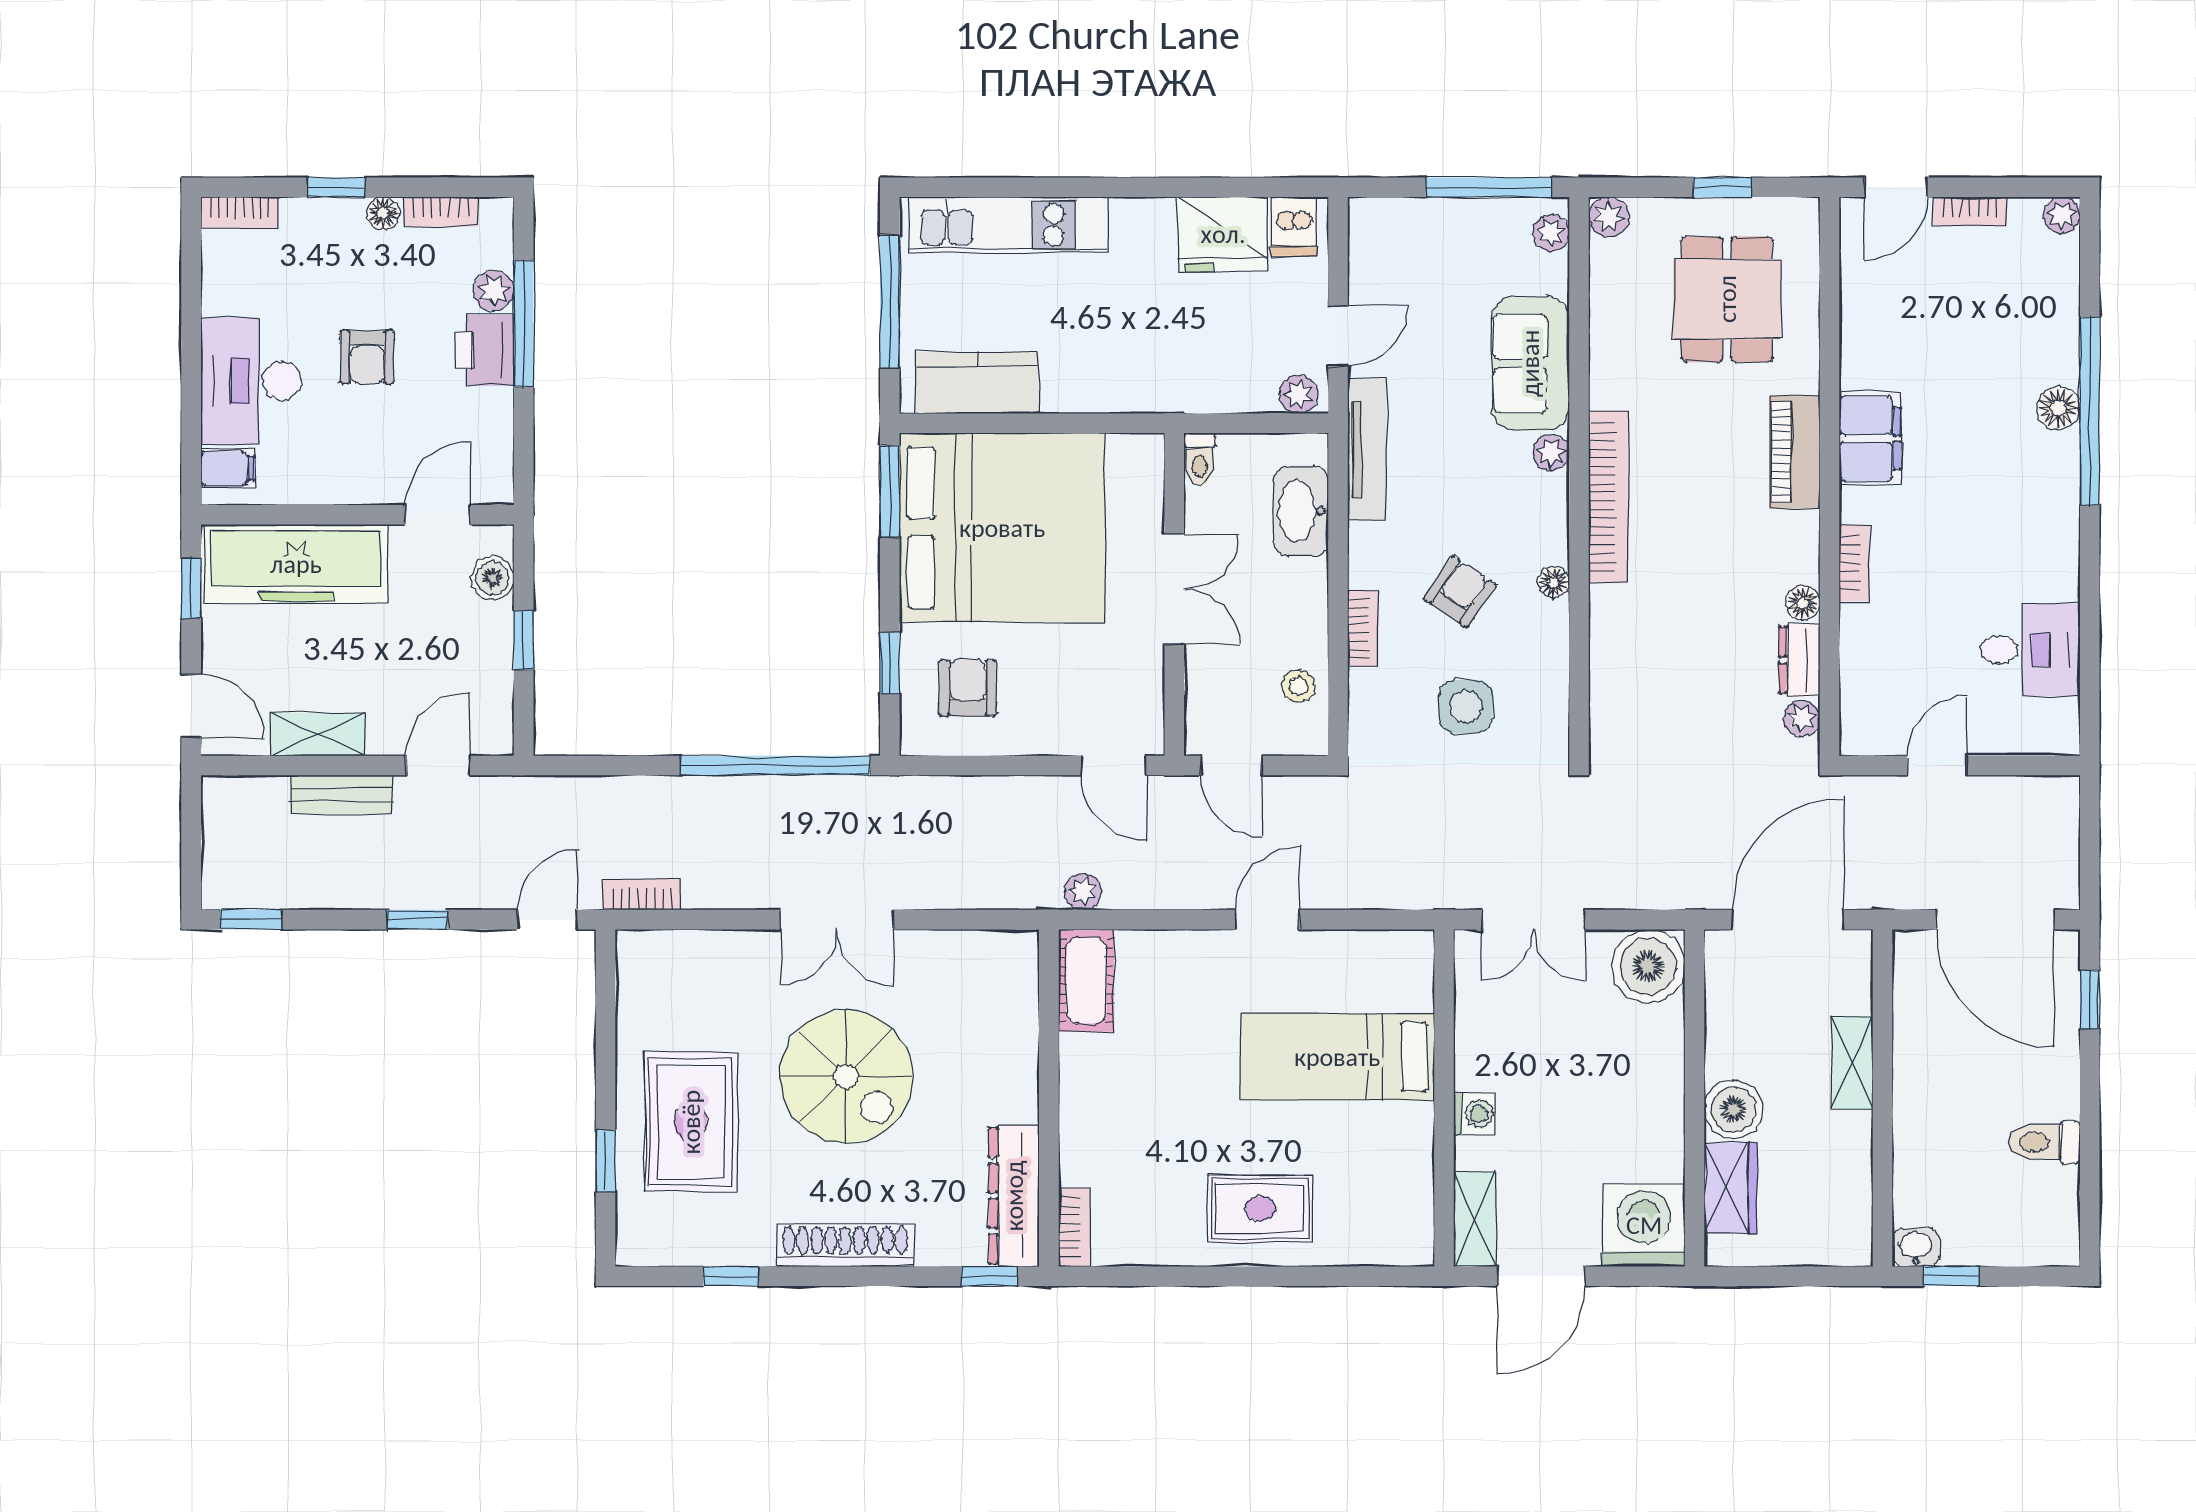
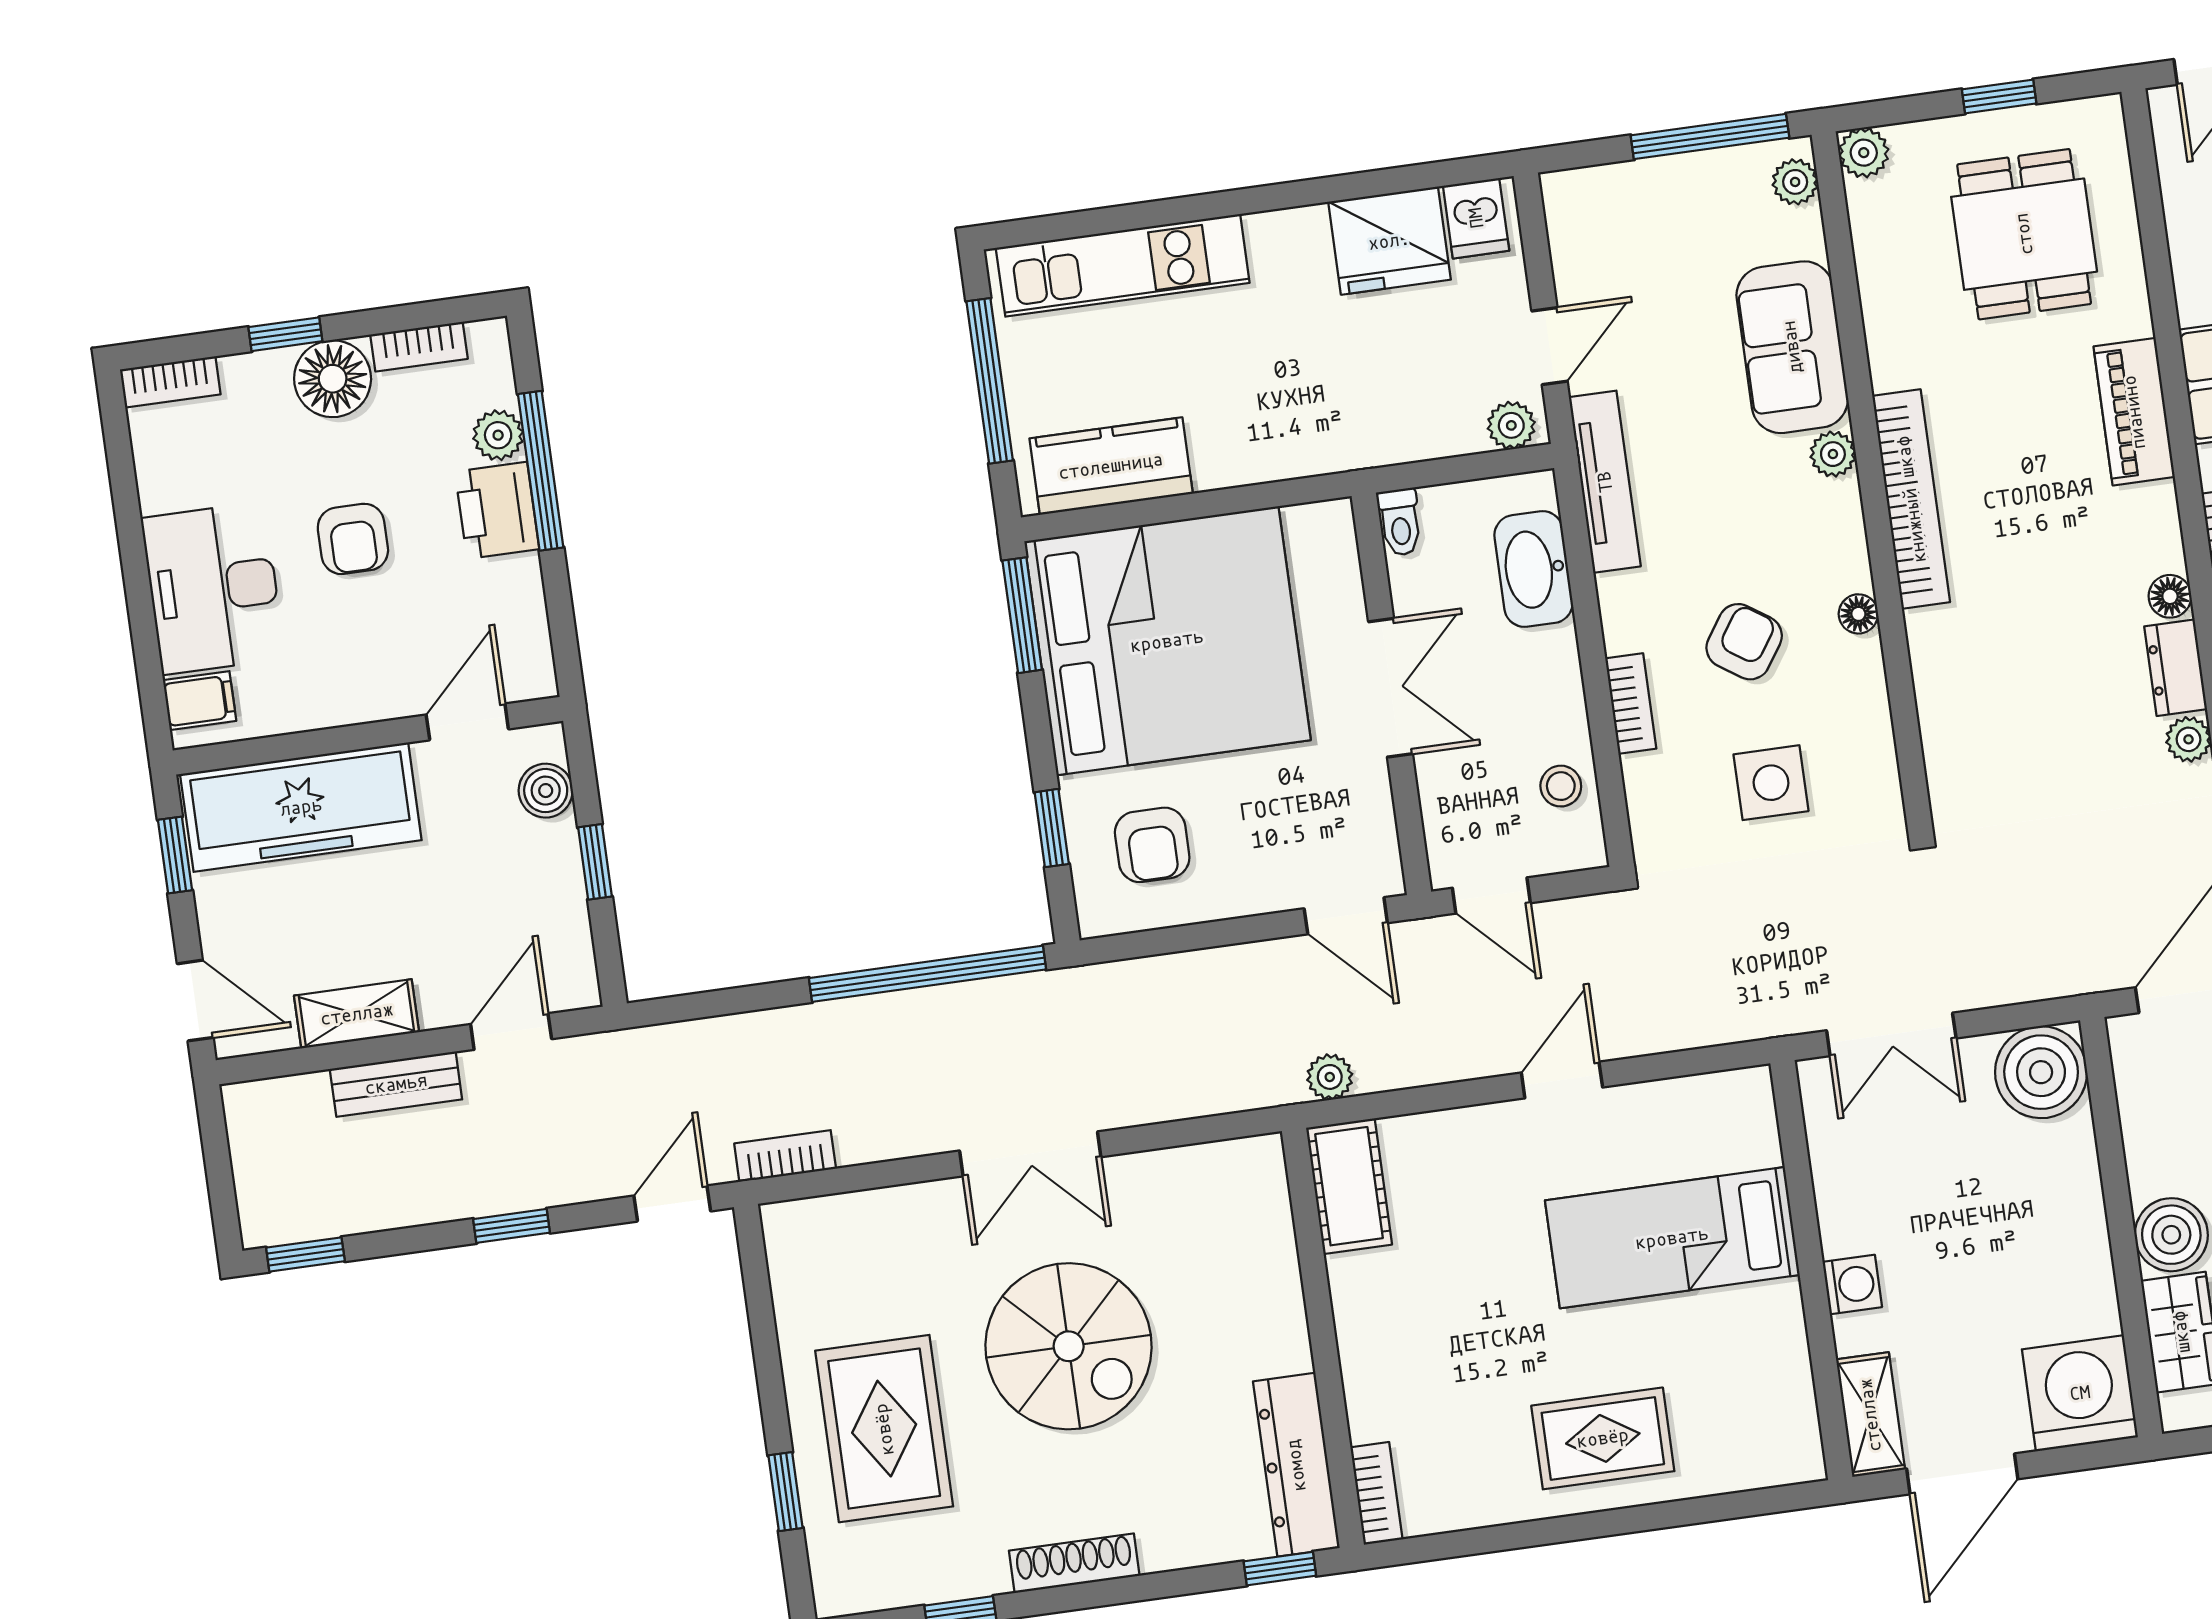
floor lamp: (383, 213) -> (333, 379), width x1.89, depth x1.89
armchair: (968, 688) -> (1152, 845), turned 180
shoe rack: (845, 1245) -> (1074, 1563), width x0.74, depth x0.81

